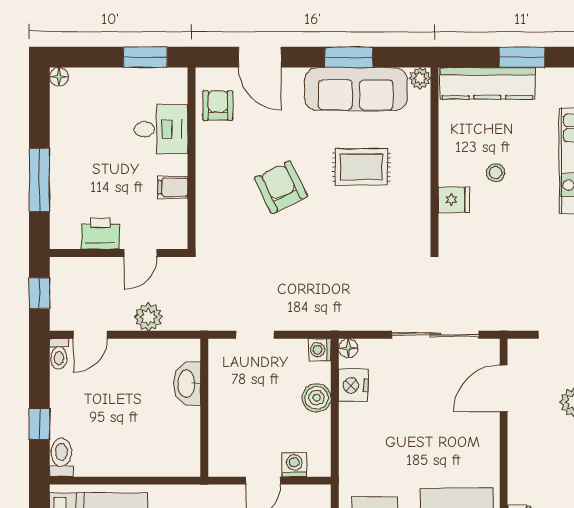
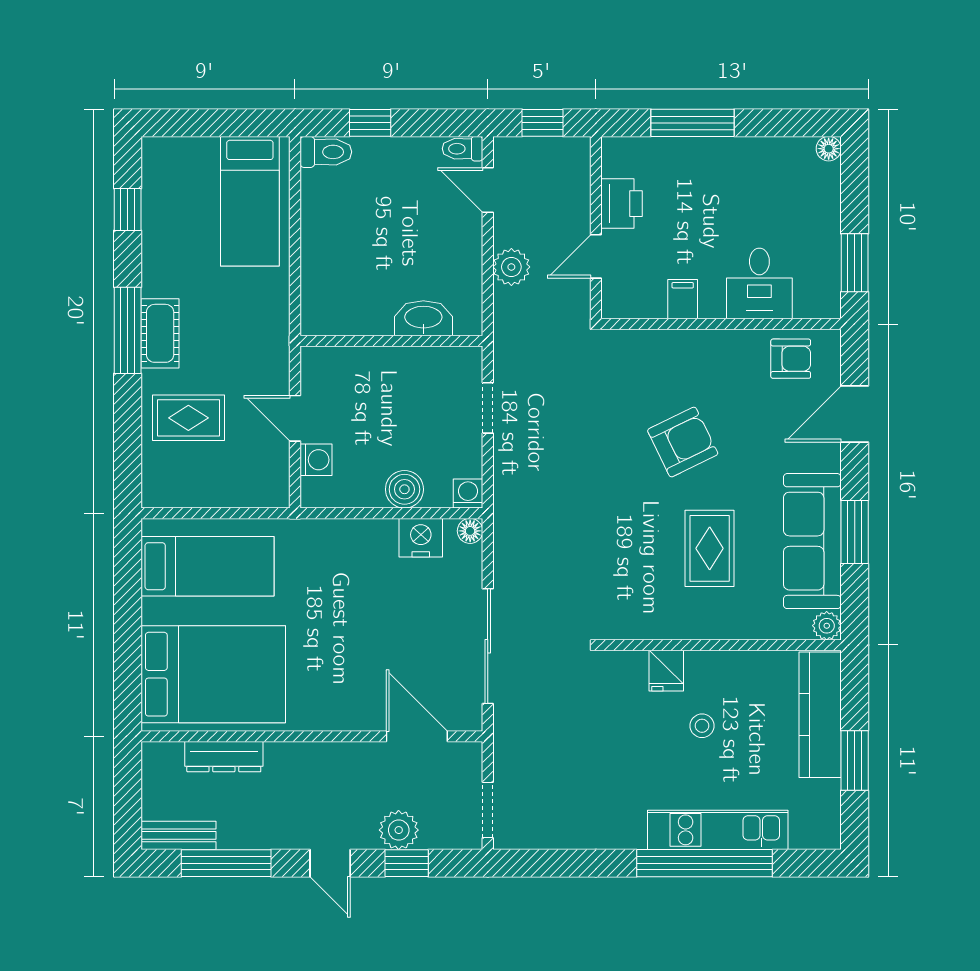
door: (140, 253) -> (596, 256), hinge flipped

